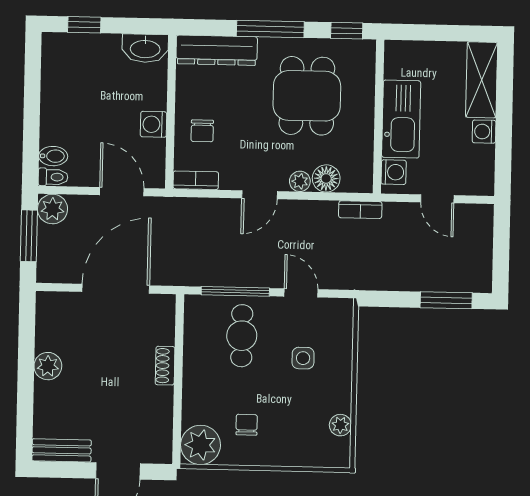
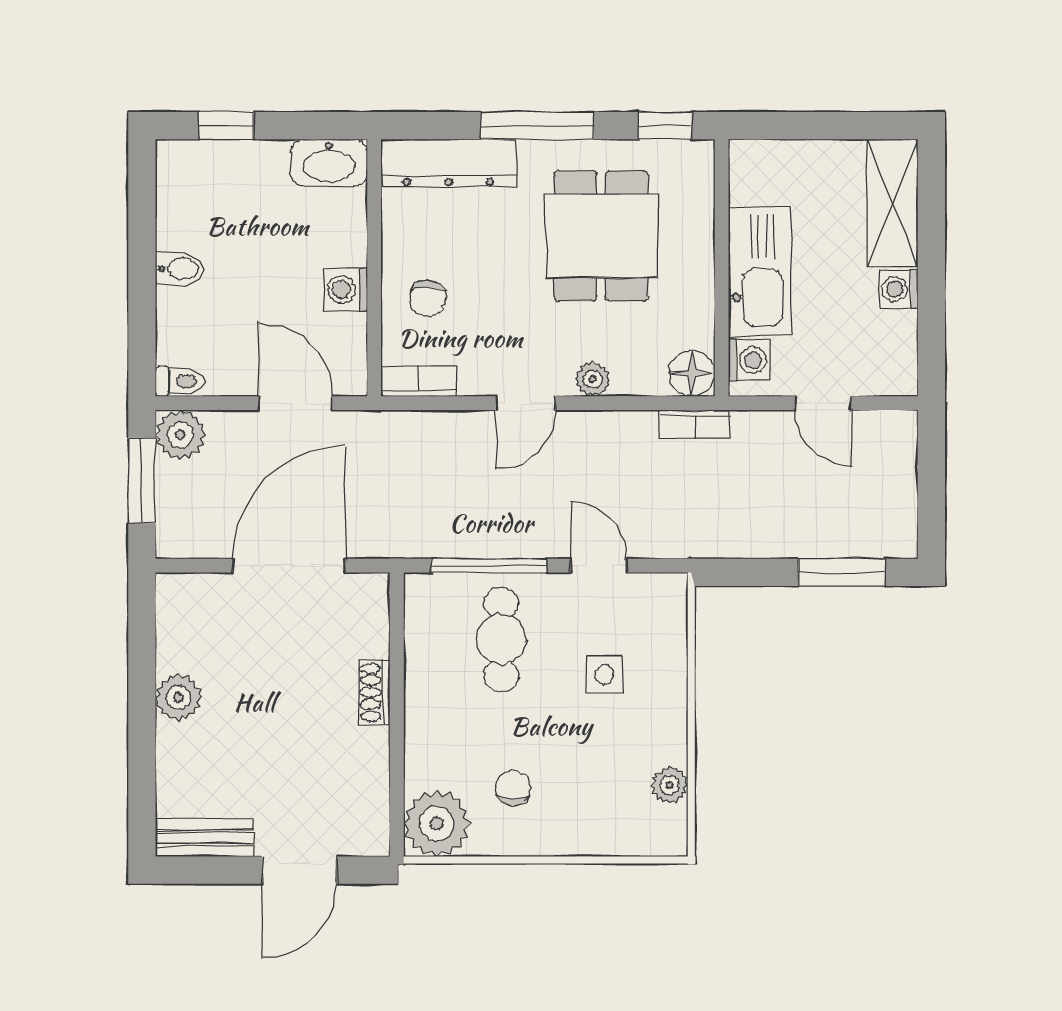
bidet: (53, 156) -> (179, 269), moved
floor lamp: (326, 178) -> (692, 373), moved

